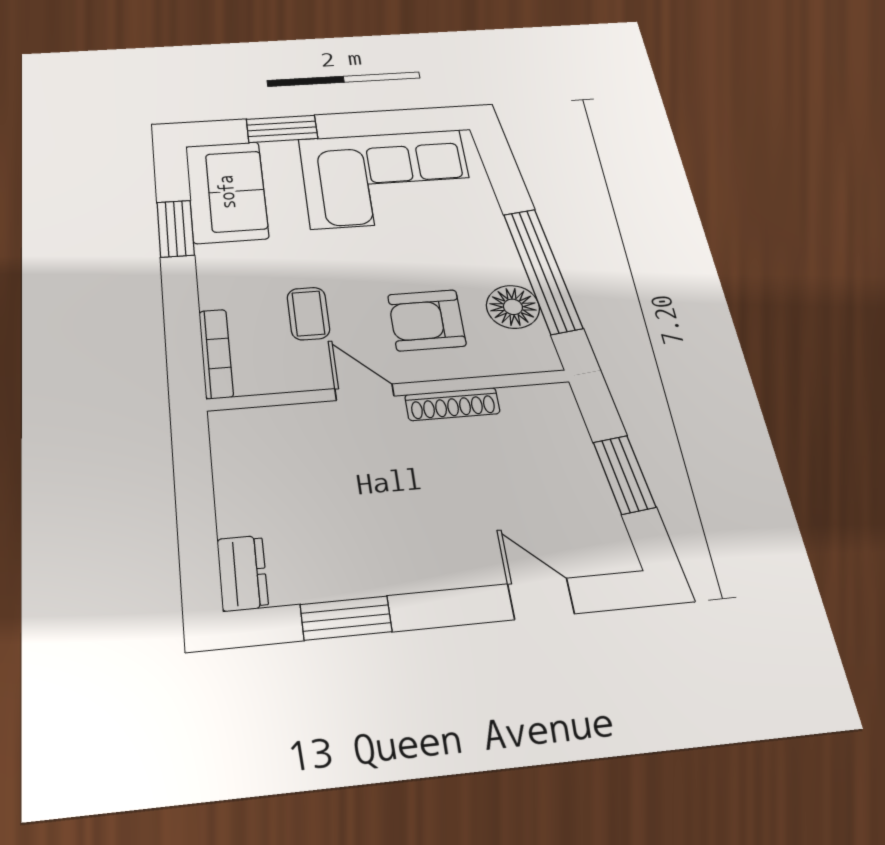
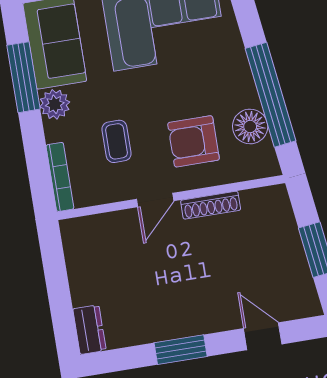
window: (175, 229) -> (24, 77), width x1.44
plant: (218, 263) -> (55, 104), added
door: (364, 392) -> (155, 200), swing flipped
window: (346, 618) -> (181, 350), moved

